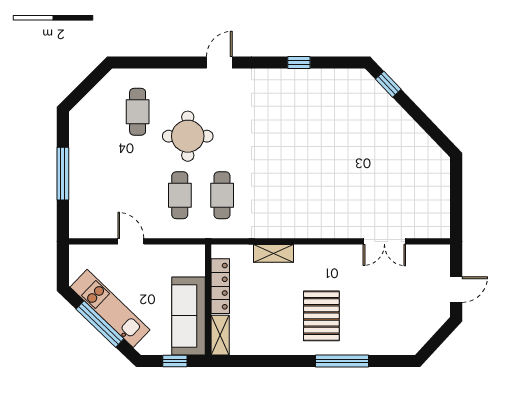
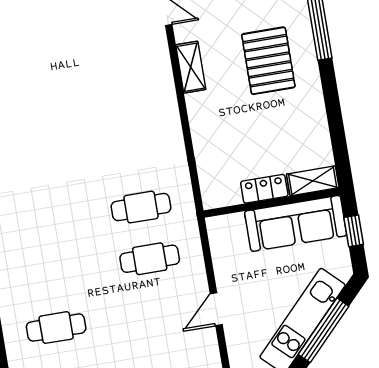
round table: (188, 136) -> (76, 261), removed
shelving: (274, 253) -> (191, 67), moved
locker: (220, 286) -> (264, 189), width x0.66
pallet: (321, 316) -> (268, 61), turned 90

